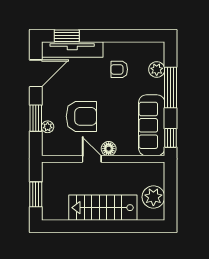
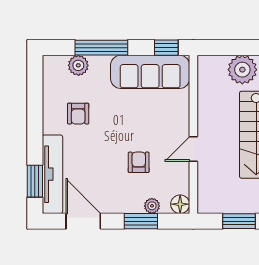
armchair: (81, 116) -> (139, 162), width x0.53, depth x0.53
floor lamp: (109, 149) -> (180, 204), moved

